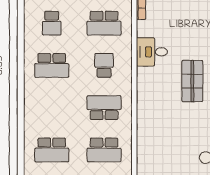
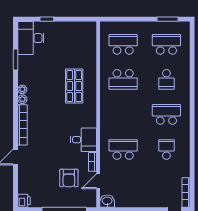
desk: (152, 52) -> (83, 140), moved
school desk: (104, 65) -> (166, 79), moved
shop shelf: (192, 81) -> (74, 86), moved

